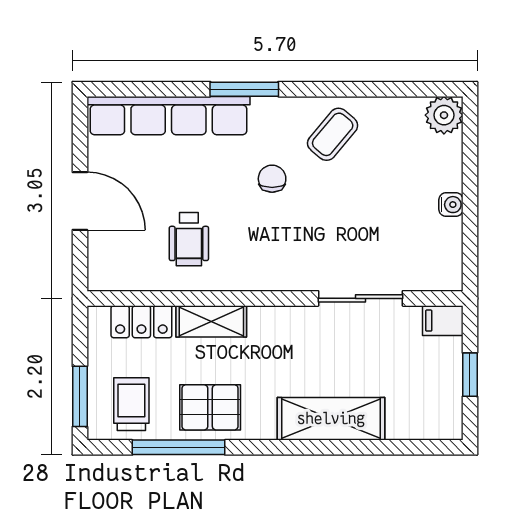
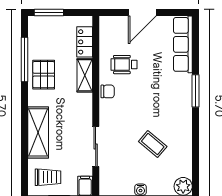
row of seats: (168, 116) -> (183, 44), width x0.73
coffee table: (333, 134) -> (153, 144), moved
chair: (272, 179) -> (108, 91), moved
trolley: (131, 404) -> (48, 177), moved

